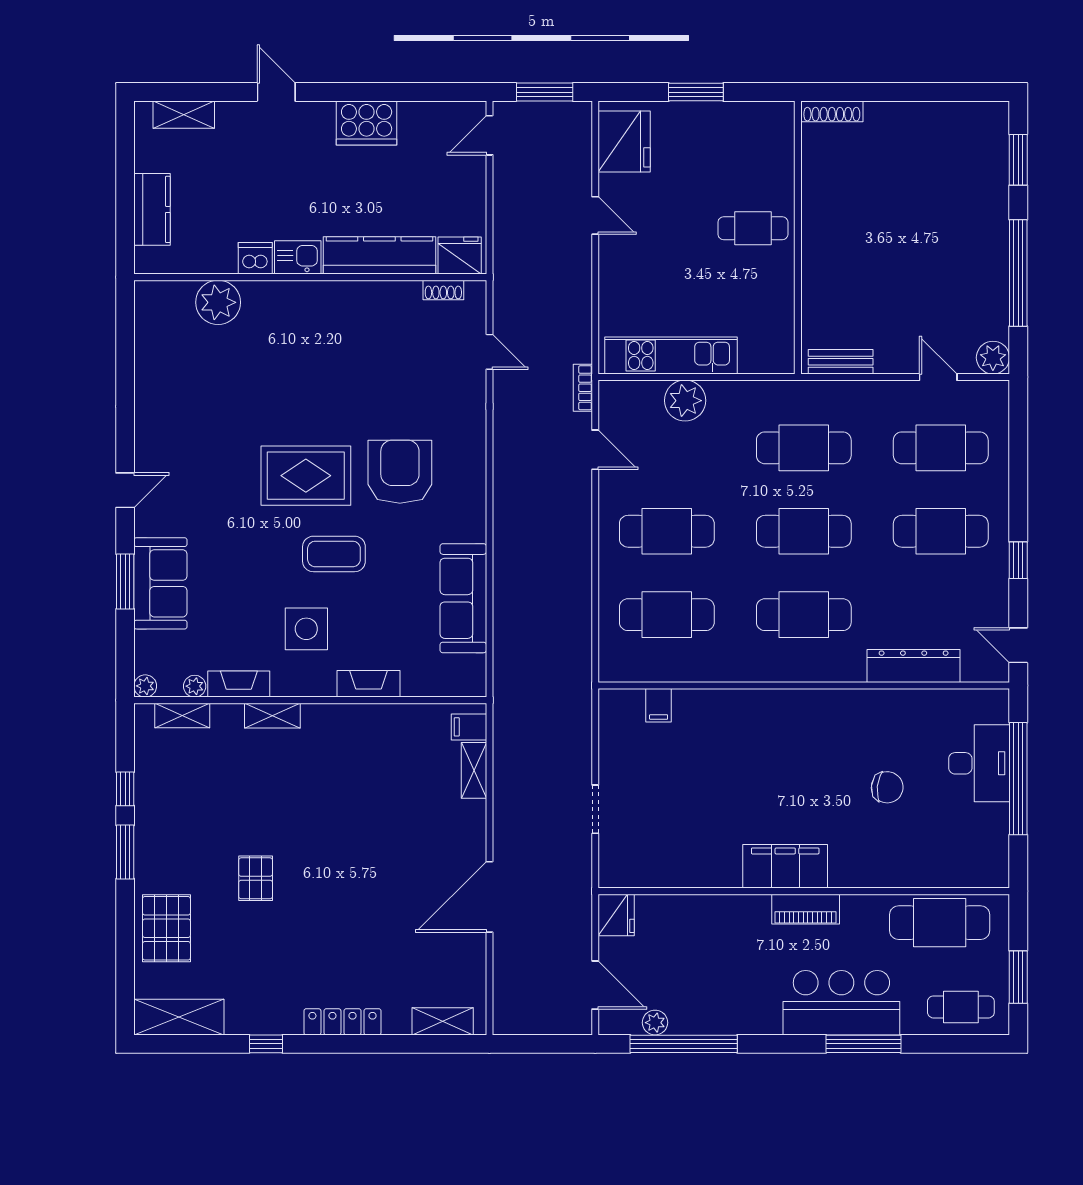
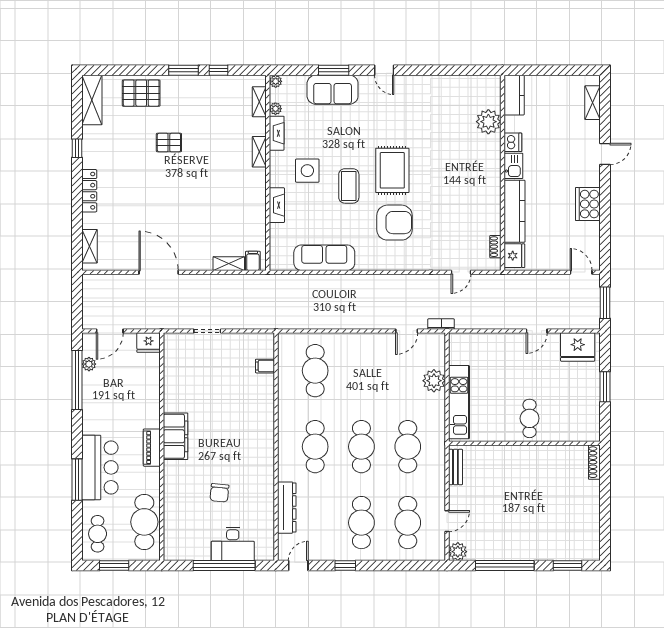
kitchen counter: (152, 209) -> (514, 95), moved, turned -90
kitchen unit: (671, 355) -> (459, 402), moved
cafe table: (667, 531) -> (361, 371), removed

